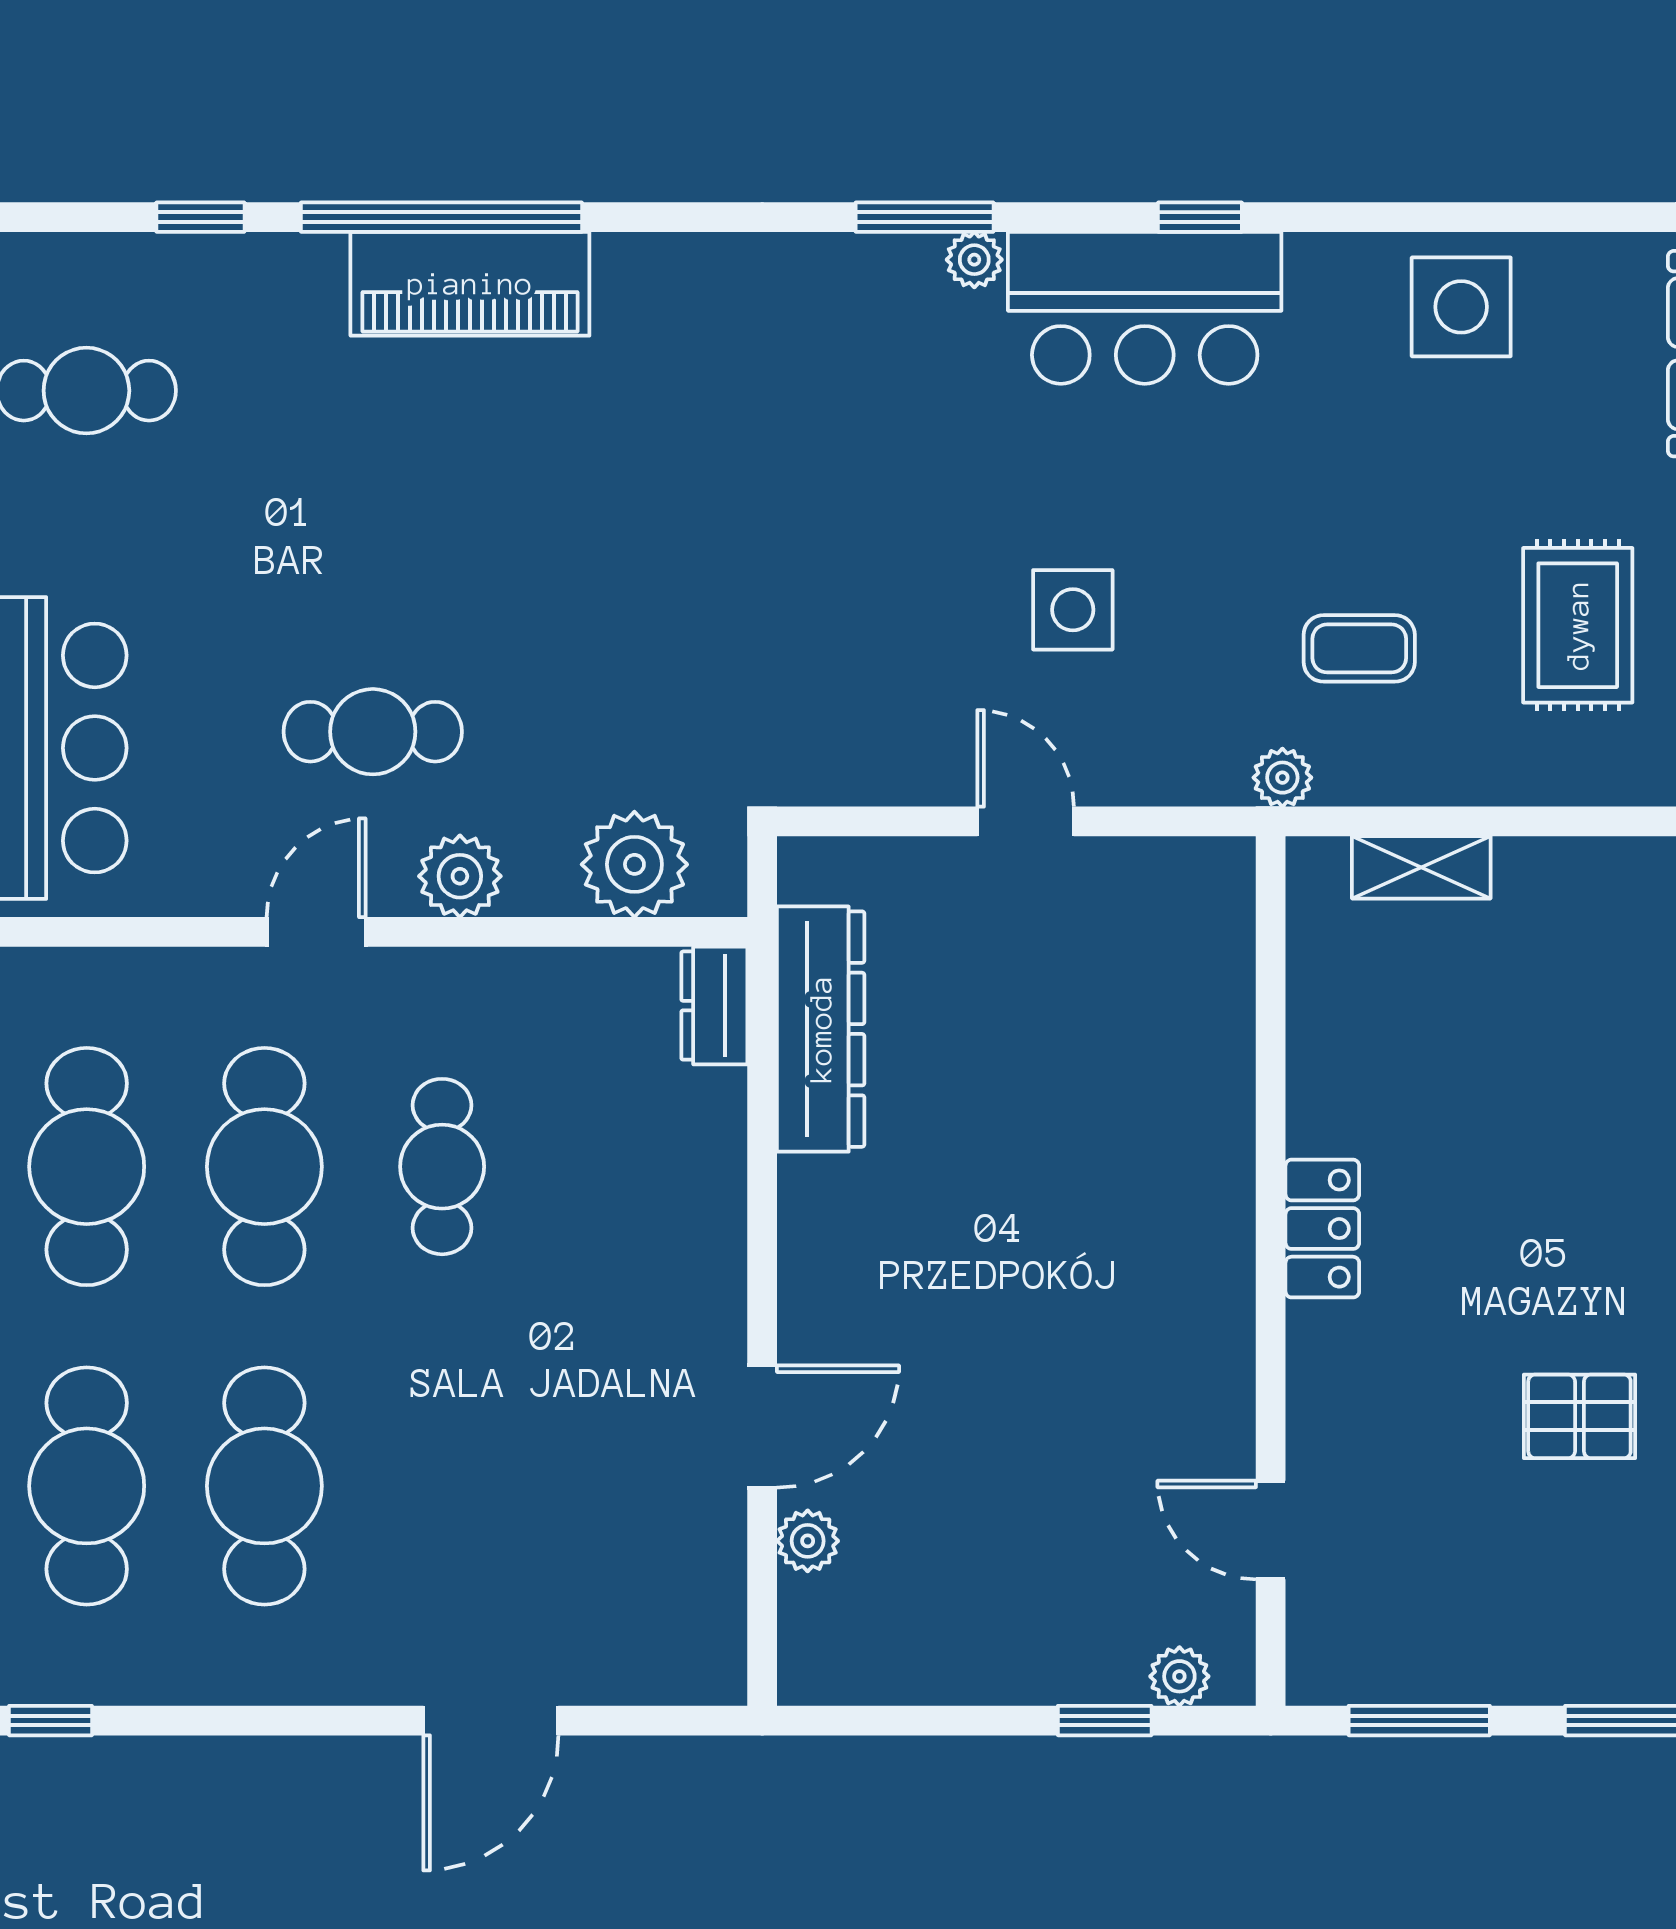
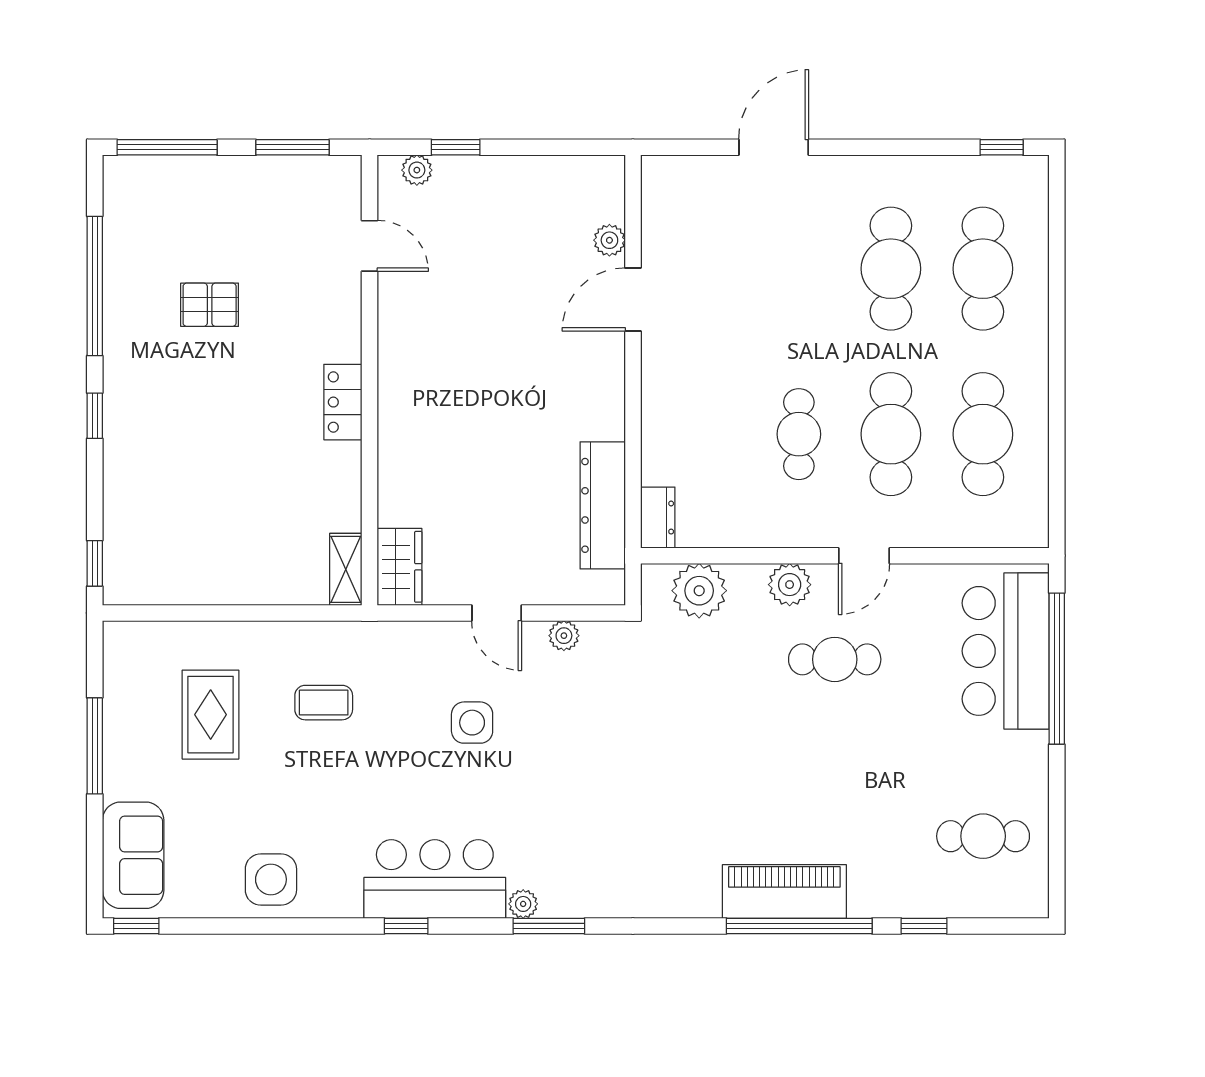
plant: (1282, 778) -> (564, 636), moved
shelving: (1421, 867) -> (346, 569), moved, turned 90
wardrobe: (1213, 910) -> (399, 567), added

